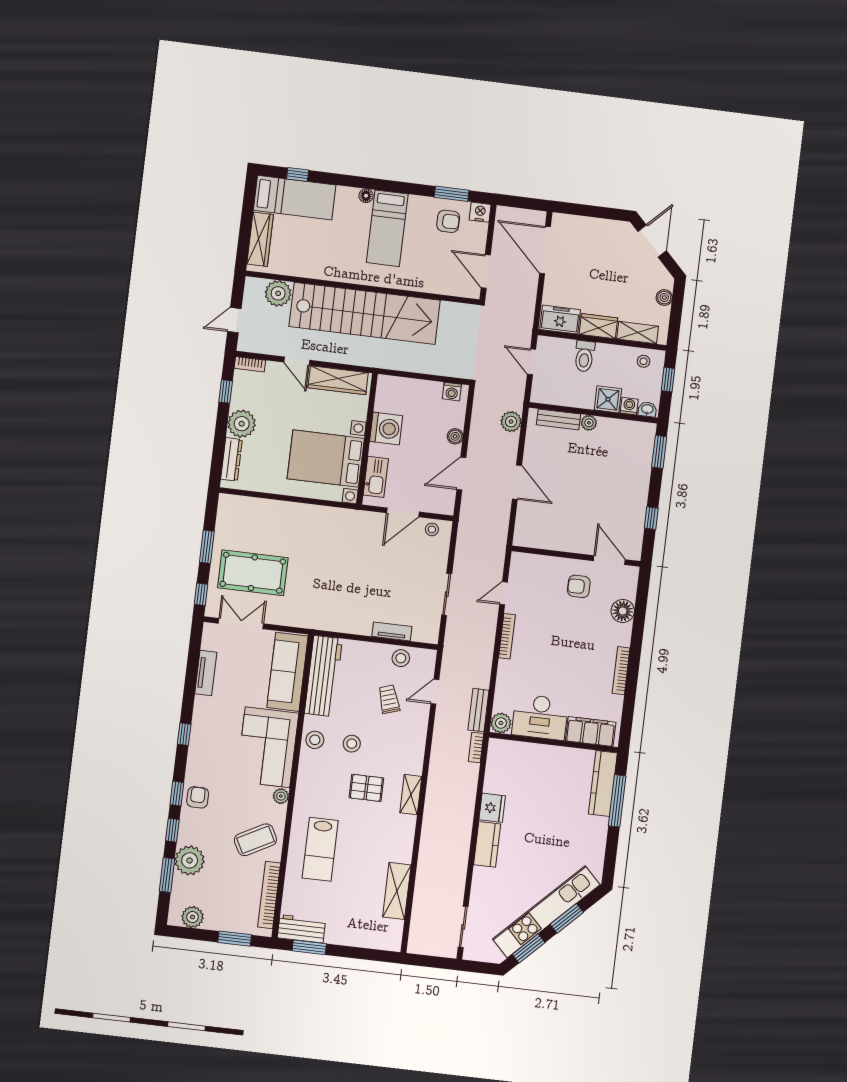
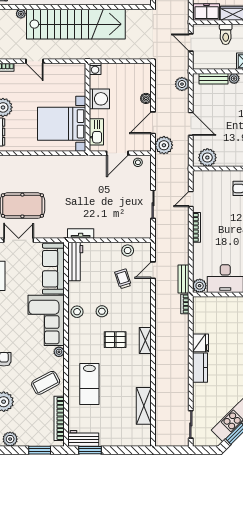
plant: (278, 293) -> (21, 14), width x0.53, depth x0.53
wardrobe: (338, 380) -> (64, 71), removed
washing machine: (452, 392) -> (95, 69), moved
plant: (473, 509) -> (164, 145), added
plant: (535, 535) -> (207, 158), added
tv unit: (392, 631) -> (81, 233), moved
workbench: (323, 676) -> (75, 262), width x0.73, depth x0.76

